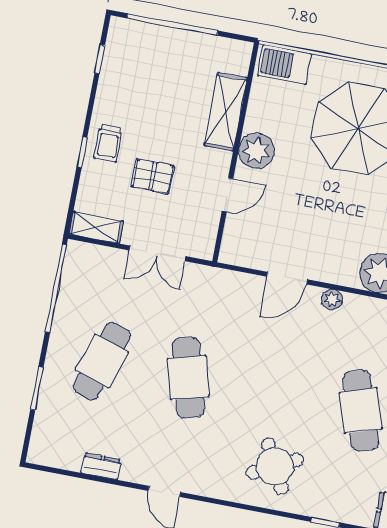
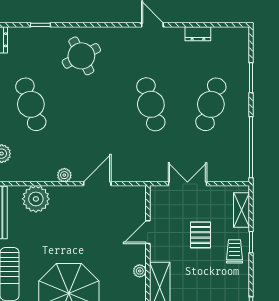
plant: (256, 151) -> (140, 271), width x0.53, depth x0.53
pallet: (153, 176) -> (200, 235), turned 90
shelving: (96, 227) -> (242, 210), moved, turned 90

